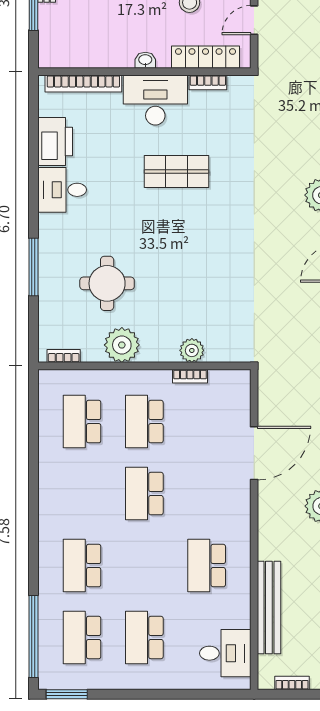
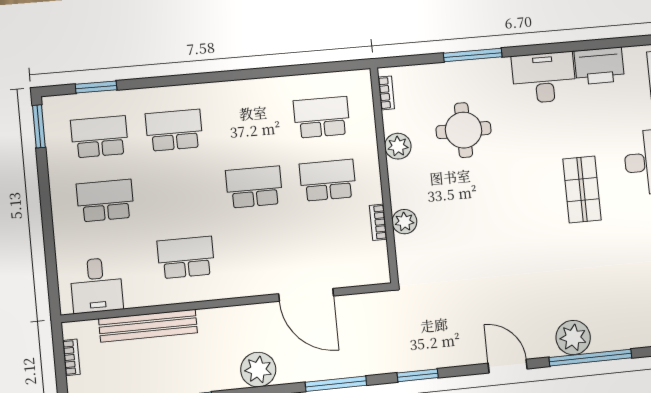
desk: (62, 190) -> (544, 78), width x1.37
plant: (122, 345) -> (398, 146), width x0.73, depth x0.73
window: (33, 637) -> (96, 87), width x0.47

